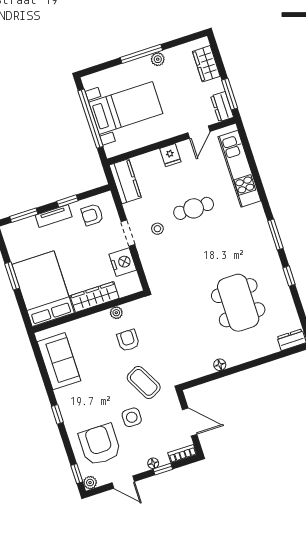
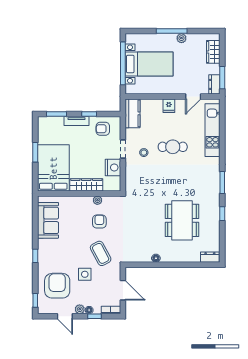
plant: (90, 483) -> (80, 309), moved

